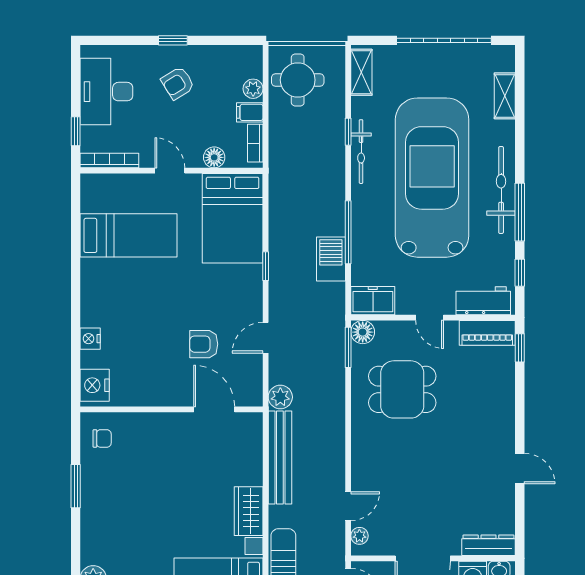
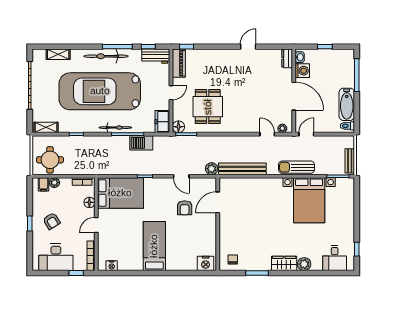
filing cabinet: (250, 112) -> (43, 184), moved
bicycle: (361, 152) -> (115, 128), moved
bed: (129, 235) -> (154, 246), moved
workbench: (483, 301) -> (156, 56), moved, turned -90
nightstand: (90, 339) -> (112, 266), moved
wardrobe: (249, 511) -> (284, 263), moved, turned 180
dresser: (488, 545) -> (287, 58), width x0.70

